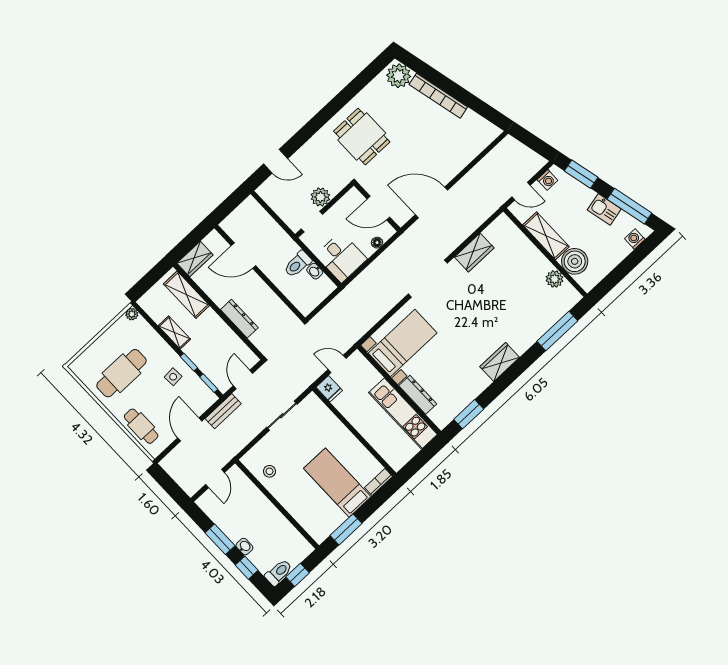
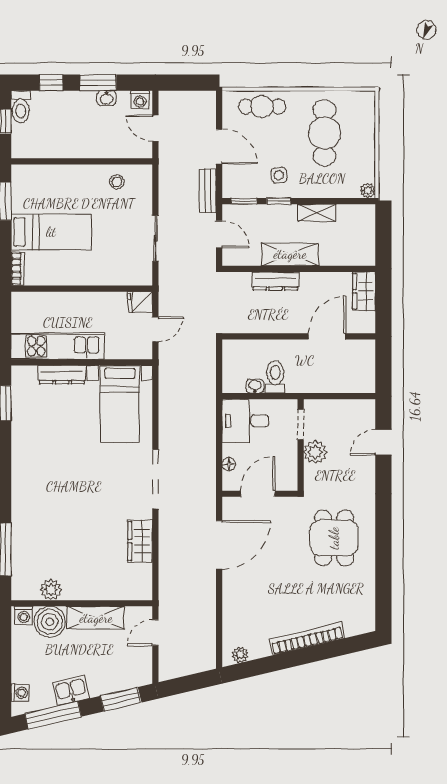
plant: (399, 76) -> (240, 655), moved, width x0.53, depth x0.53
dining table: (362, 137) -> (334, 538), turned 90
washing machine: (547, 180) -> (24, 615), moved, turned -90
shelving: (186, 295) -> (290, 254), moved
wardrobe: (500, 362) -> (23, 473), removed
washing machine: (206, 504) -> (140, 100), added
washbasin: (244, 547) -> (107, 98), moved

